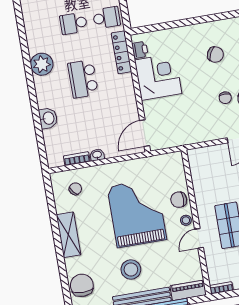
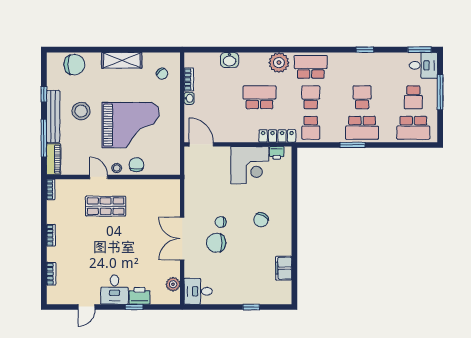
school desk: (40, 29) -> (311, 67), added

